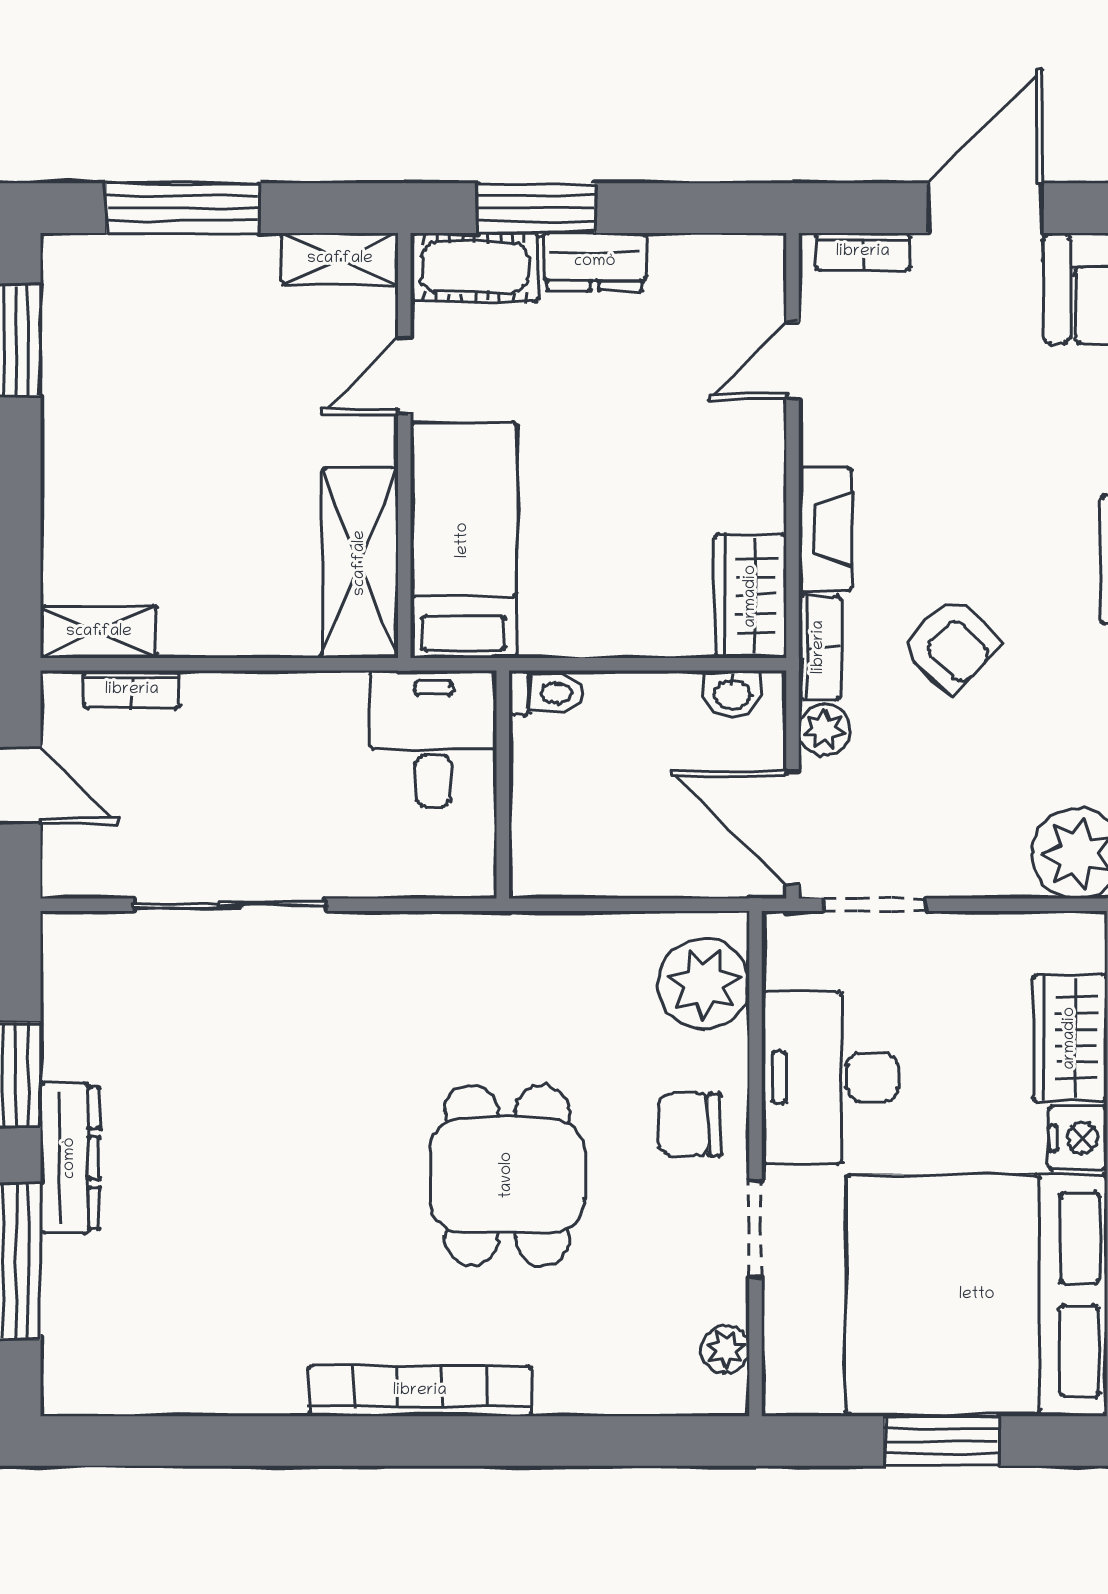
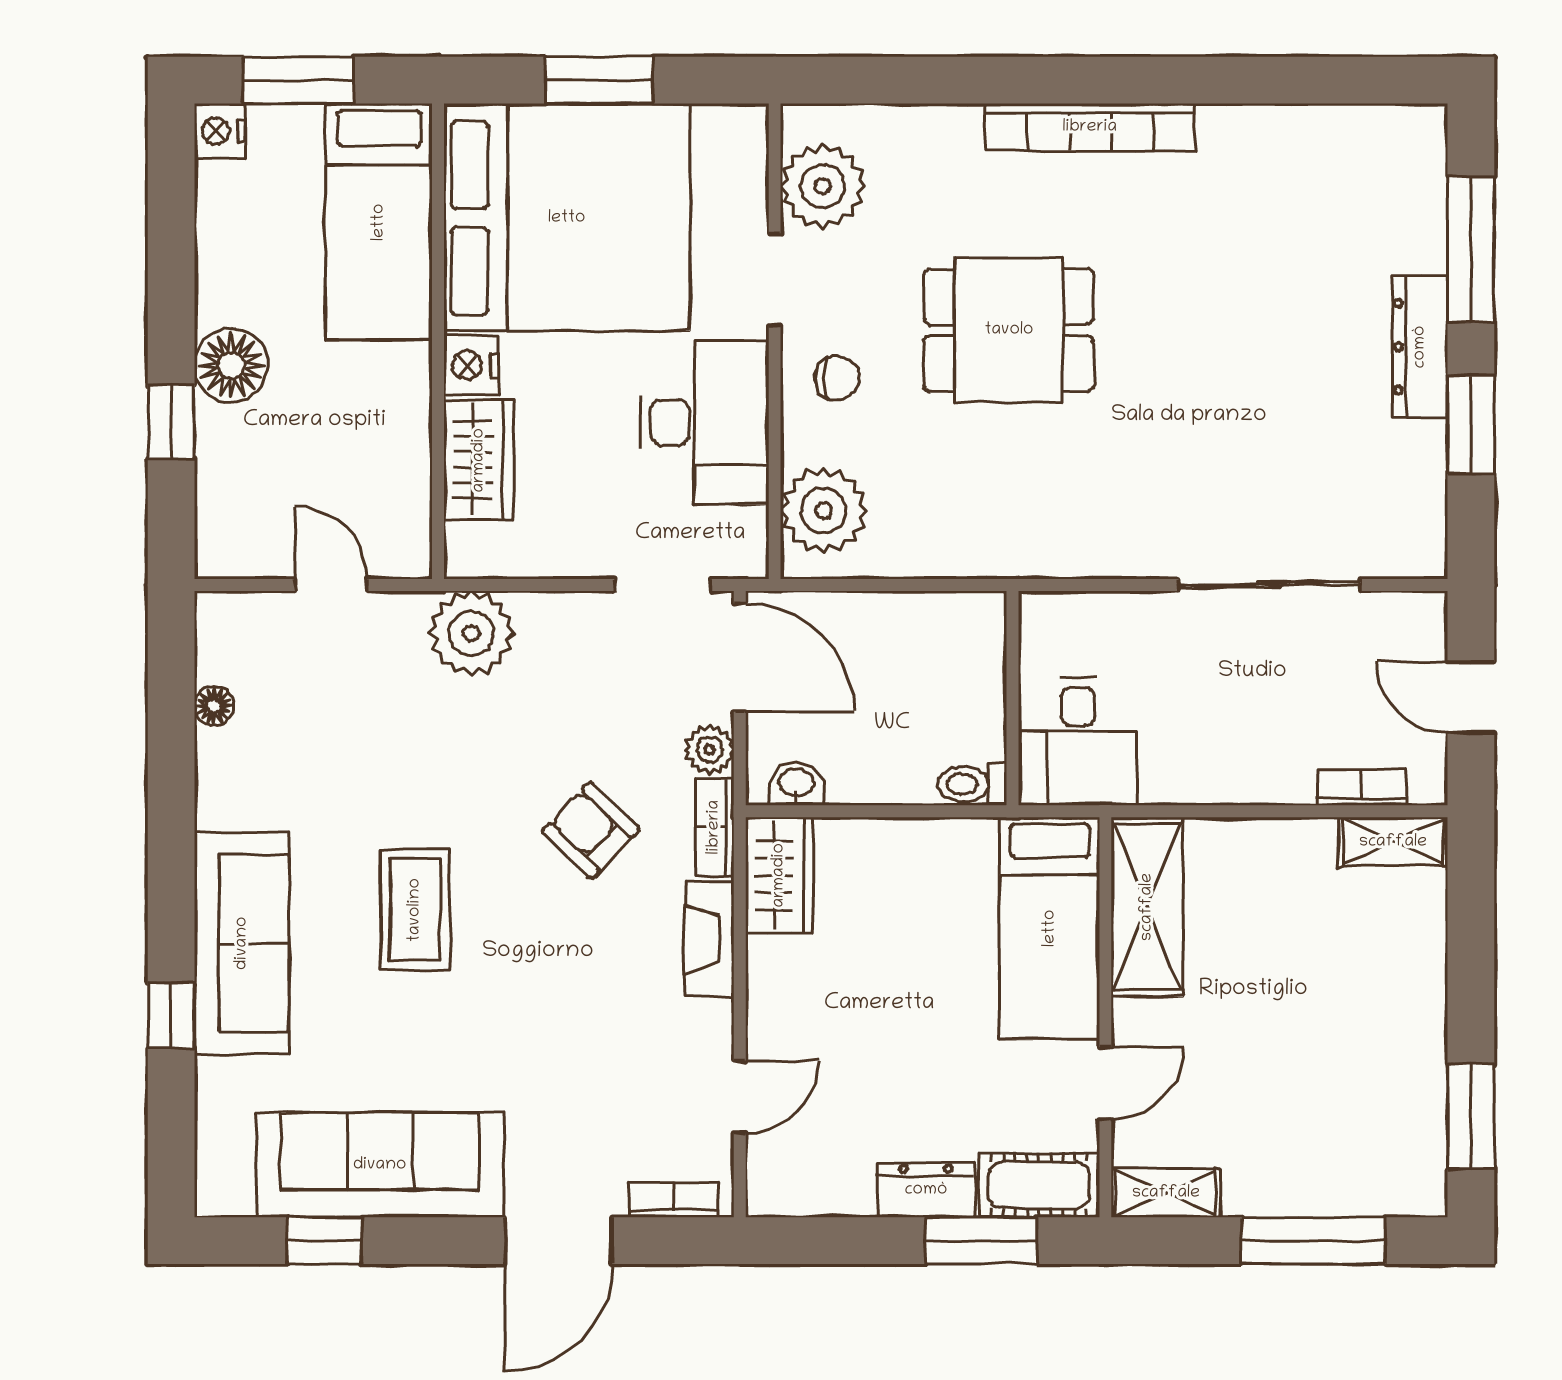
chair: (690, 1124) -> (837, 378), width x0.73, depth x0.73
dining table: (507, 1175) -> (1009, 330), turned 90
plant: (726, 1349) -> (823, 186), width x1.88, depth x1.88

